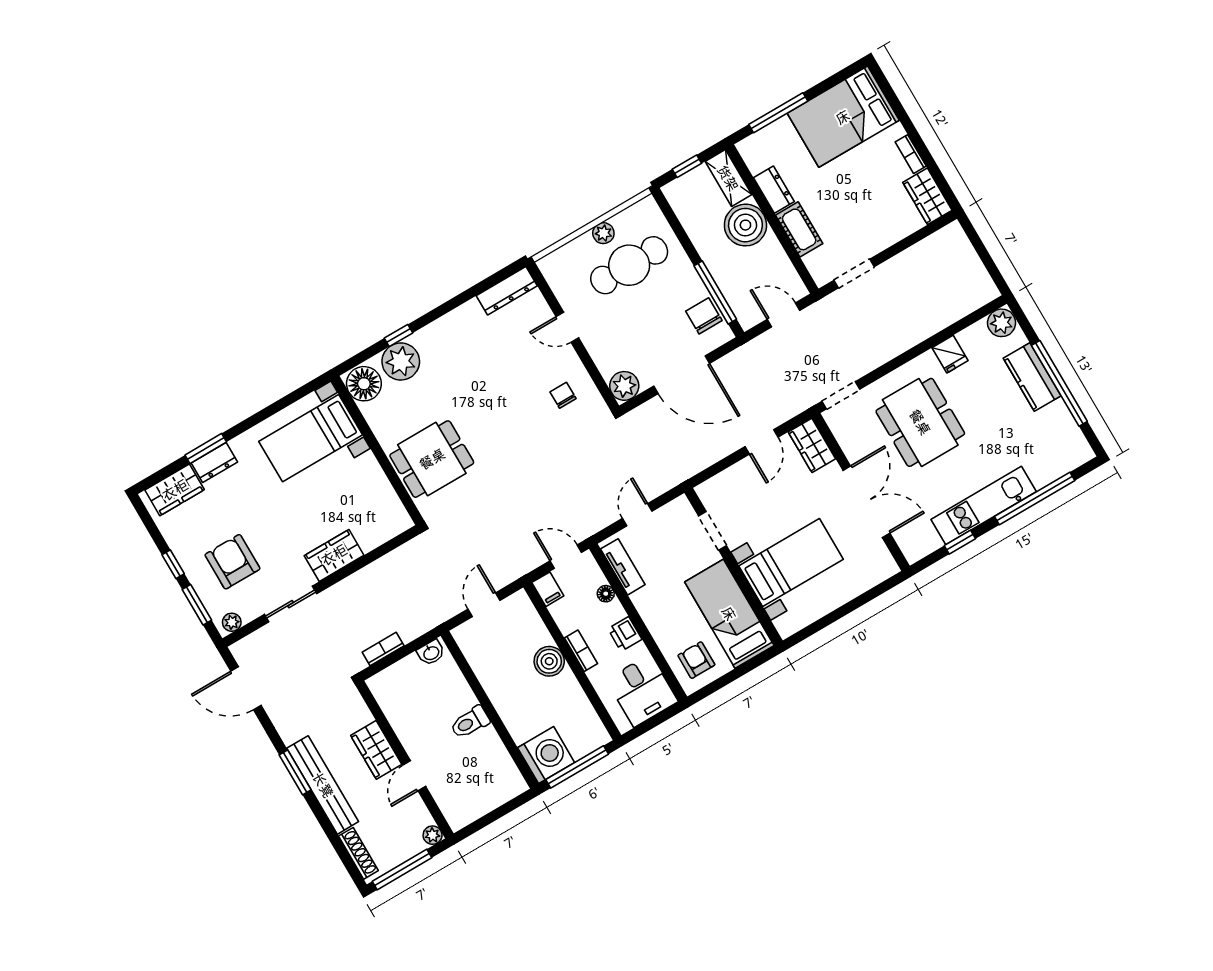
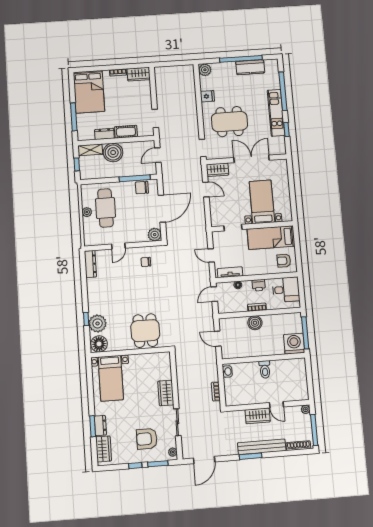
kitchen counter: (1032, 377) -> (250, 67), moved
filing cabinet: (548, 589) -> (224, 308), removed

